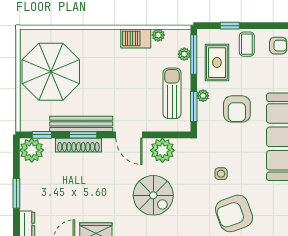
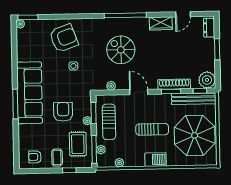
barbecue: (136, 38) -> (156, 160), moved
sun lounger: (111, 82) -> (152, 129), added
bench: (81, 124) -> (194, 99), moved
plant: (162, 150) -> (111, 86), width x0.53, depth x0.53

